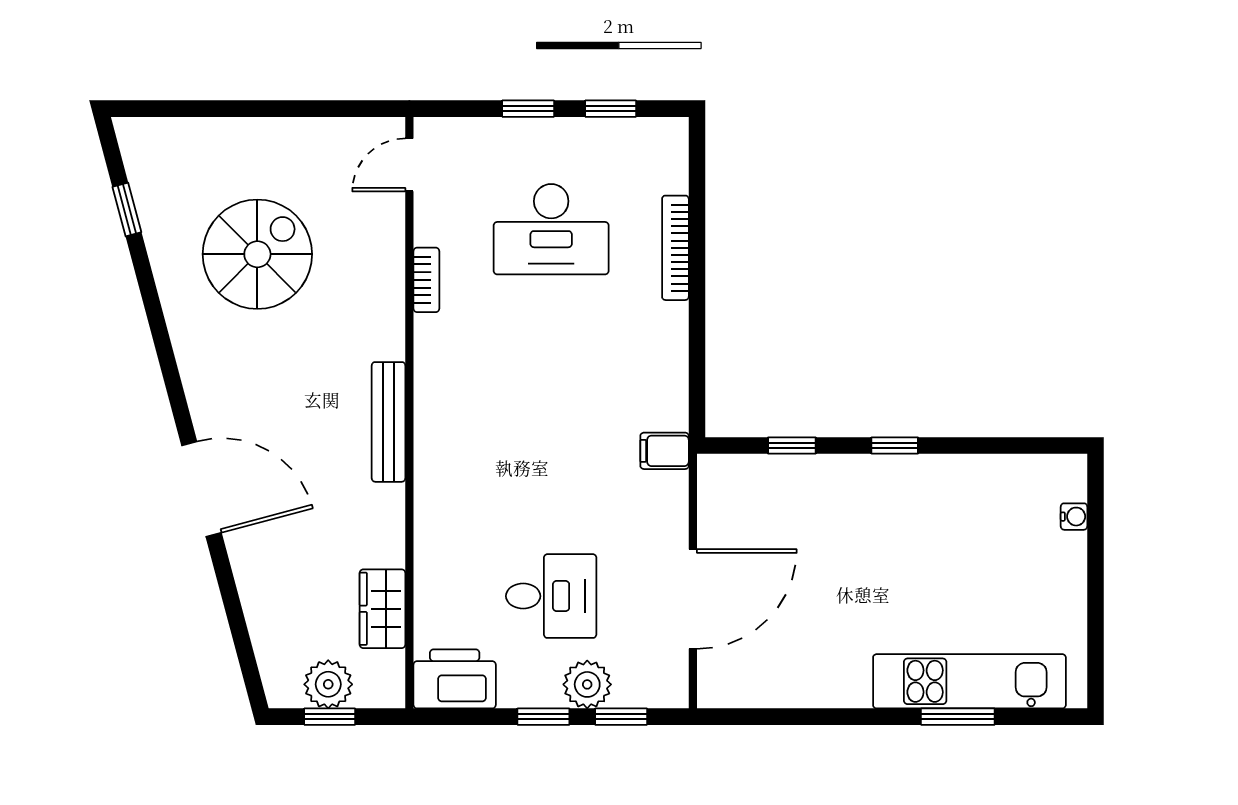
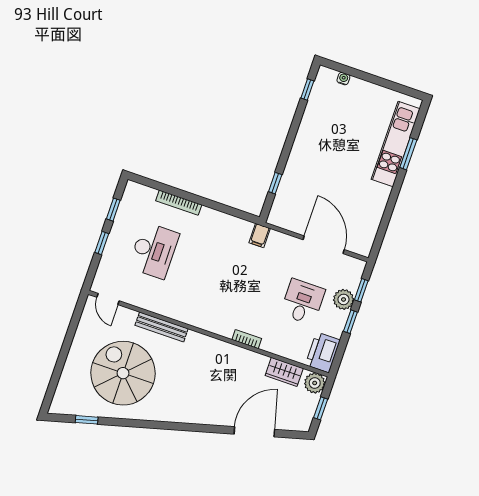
spiral stairs: (257, 254) -> (123, 373), width x1.37, depth x1.37
bookcase: (426, 280) -> (247, 339), moved
bench: (389, 422) -> (162, 327), moved
window: (895, 445) -> (307, 90), moved
door: (201, 489) -> (254, 432), moved
plant: (328, 684) -> (315, 383), moved

